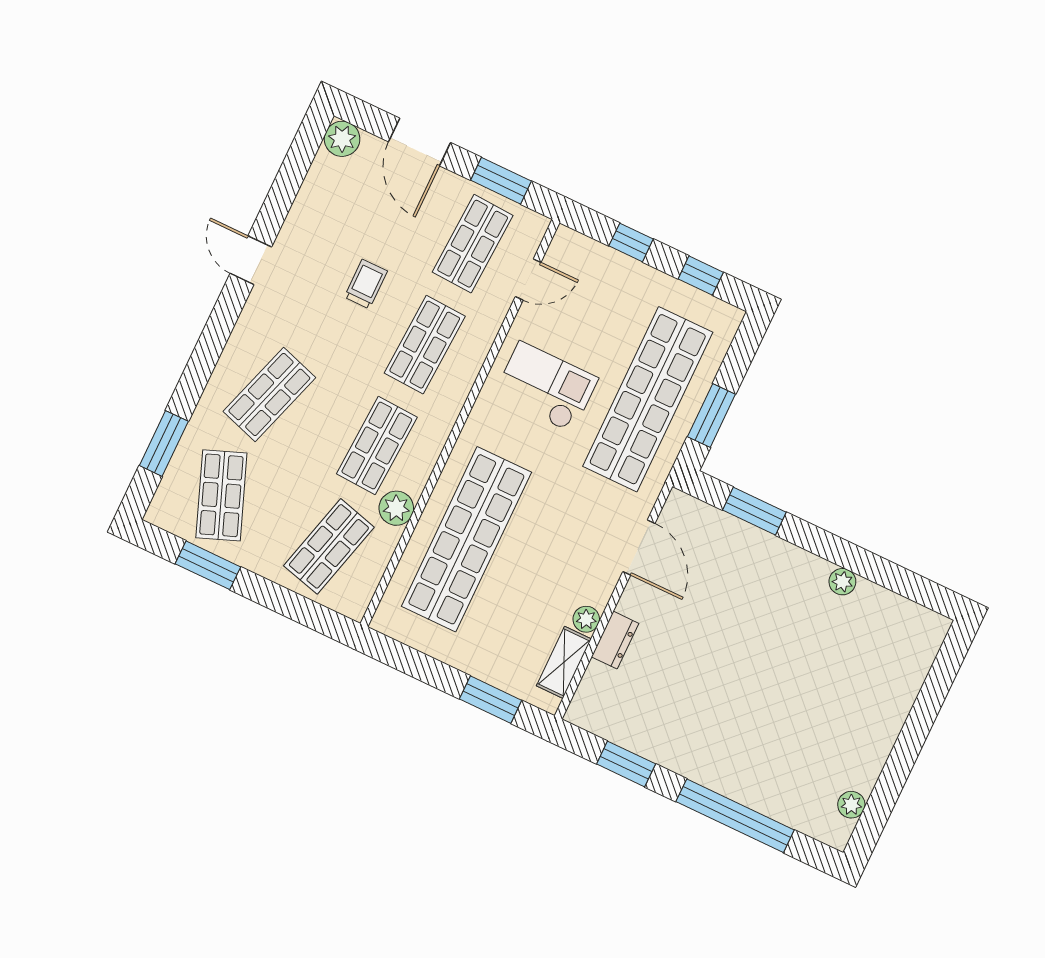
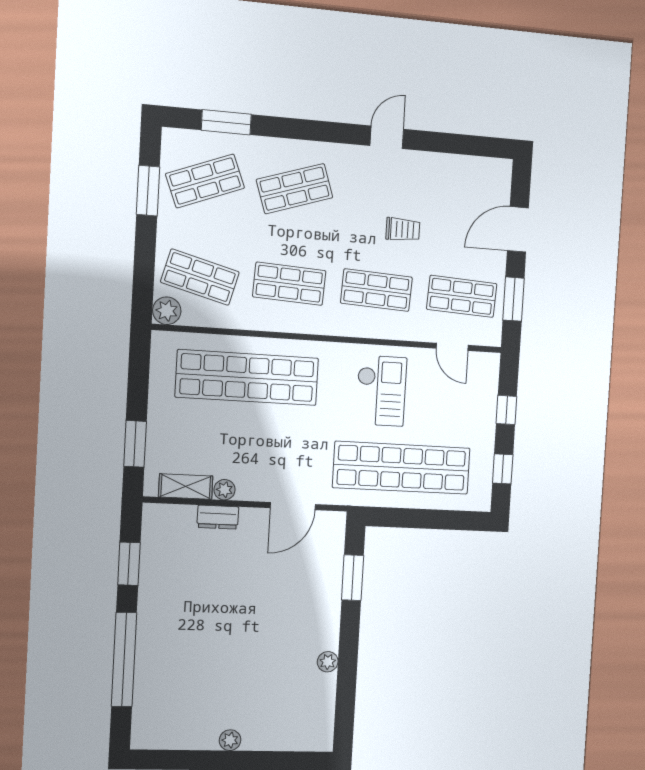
plant: (342, 139) -> (499, 172), removed
shop shelf: (269, 394) -> (295, 189), turned -36
window: (711, 415) -> (408, 518), removed
plant: (396, 508) -> (167, 311), moved
plant: (851, 805) -> (230, 740), moved

